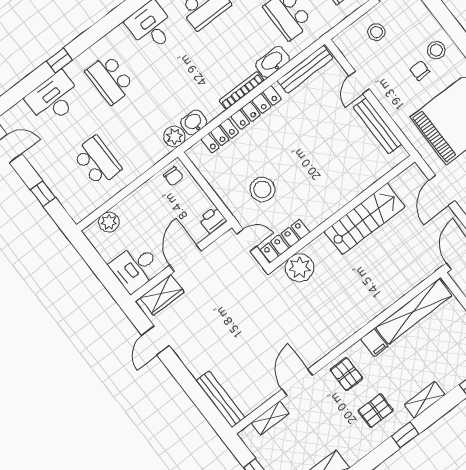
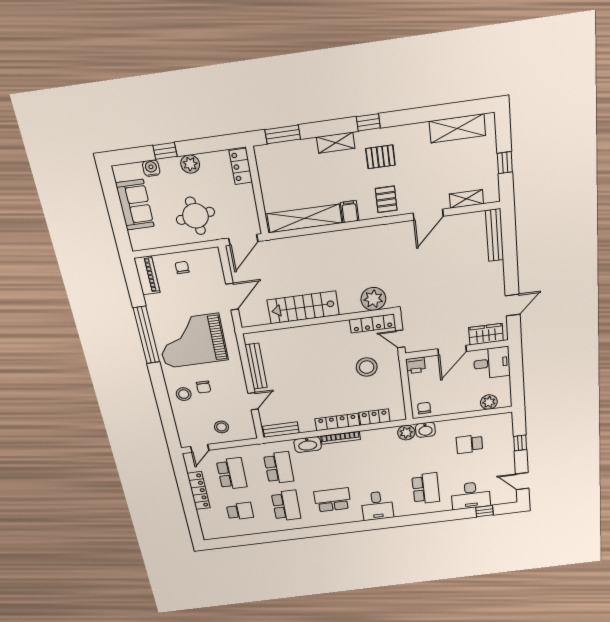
window: (59, 61) -> (485, 511), moved
bench: (305, 69) -> (281, 430), width x0.73
washbasin: (194, 122) -> (425, 430), moved
school desk: (97, 161) -> (470, 444), width x0.54

